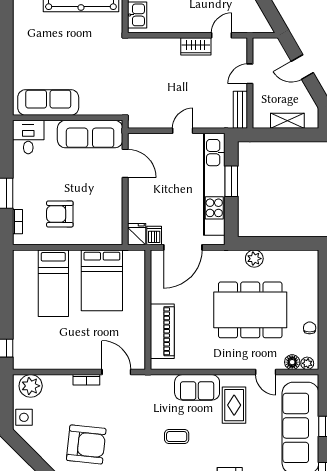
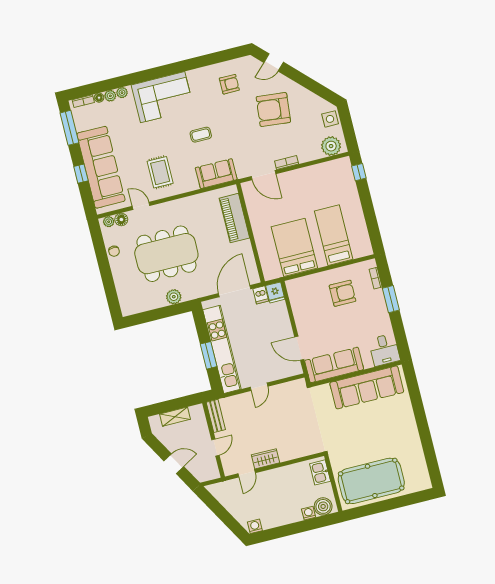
sofa: (48, 102) -> (367, 387), width x1.36, depth x1.27
sofa: (197, 387) -> (216, 174), moved

